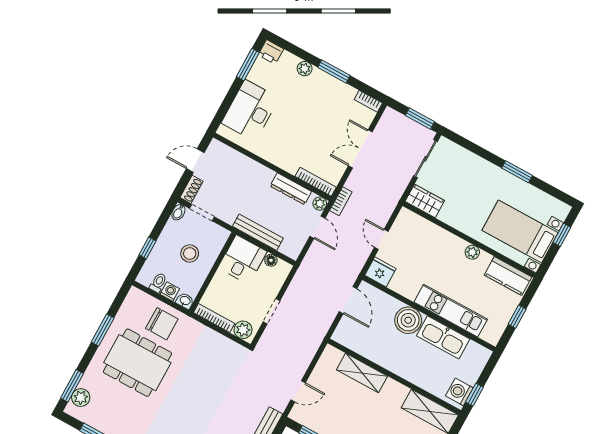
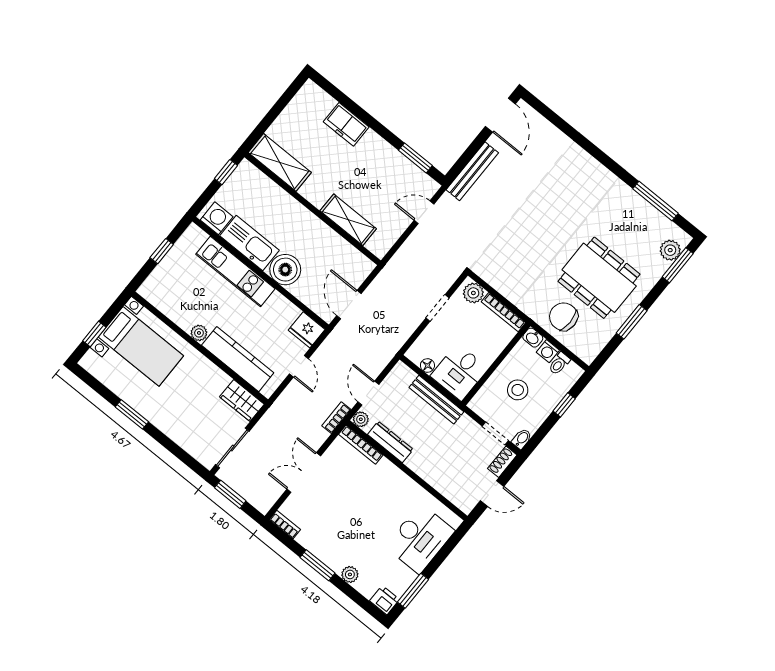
double door: (360, 149) -> (304, 473), swing flipped
kitchen counter: (508, 276) -> (238, 359), moved, width x1.50
washing machine: (459, 392) -> (217, 218), moved, turned -90

